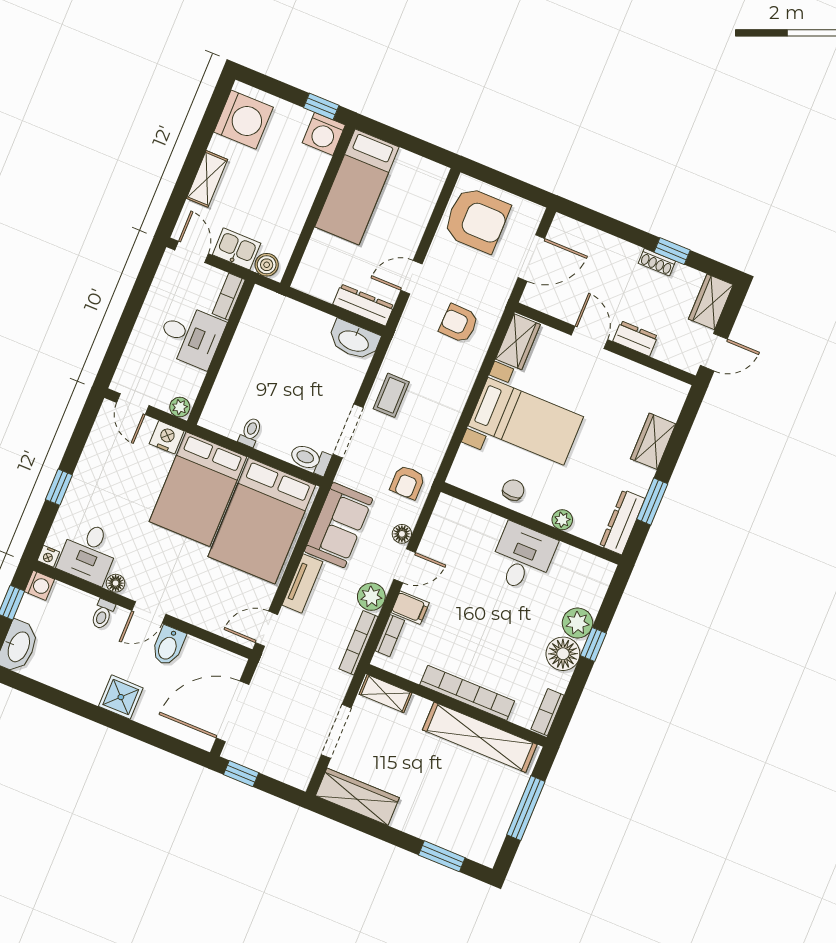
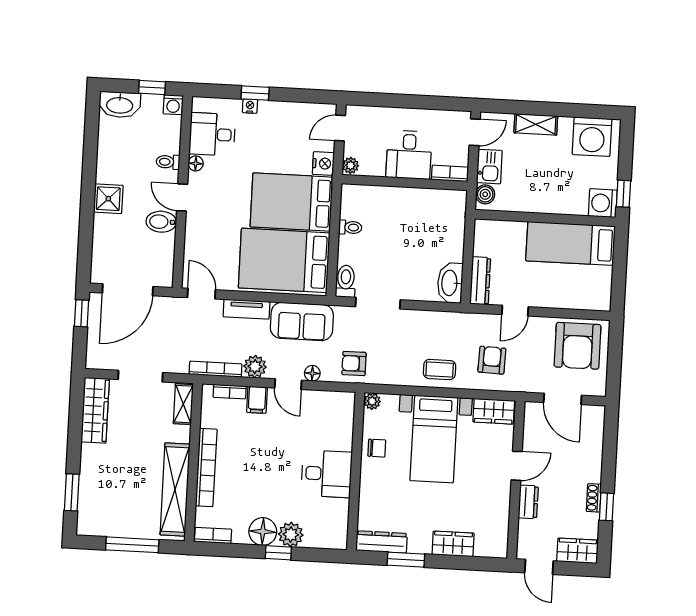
door: (412, 277) -> (515, 311), swing flipped
coffee table: (391, 395) -> (440, 370), moved
plant: (562, 520) -> (372, 401), moved
nightstand: (48, 556) -> (250, 106), moved, turned 90
door: (233, 711) -> (128, 290), swing flipped

